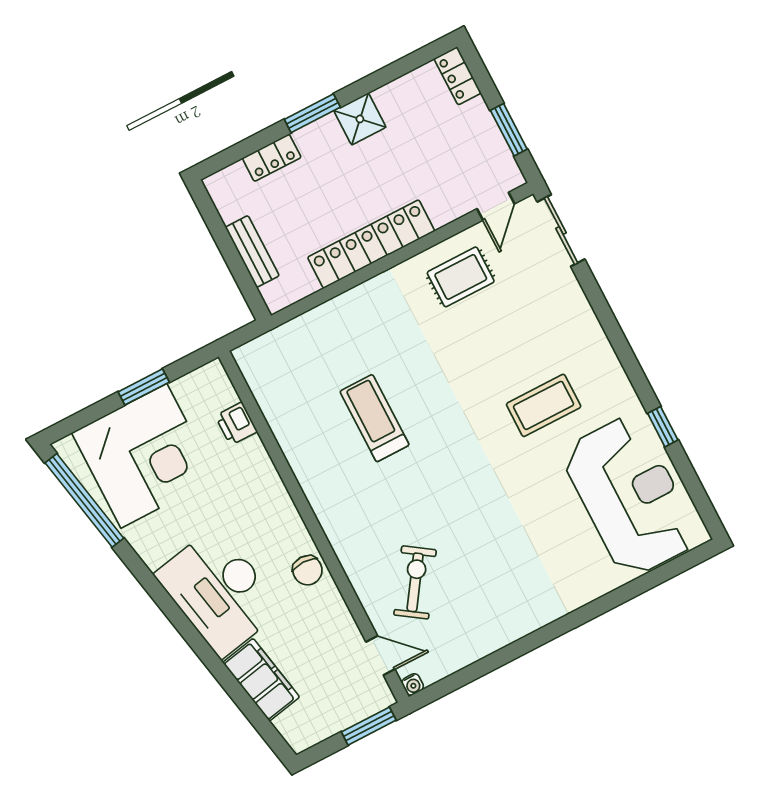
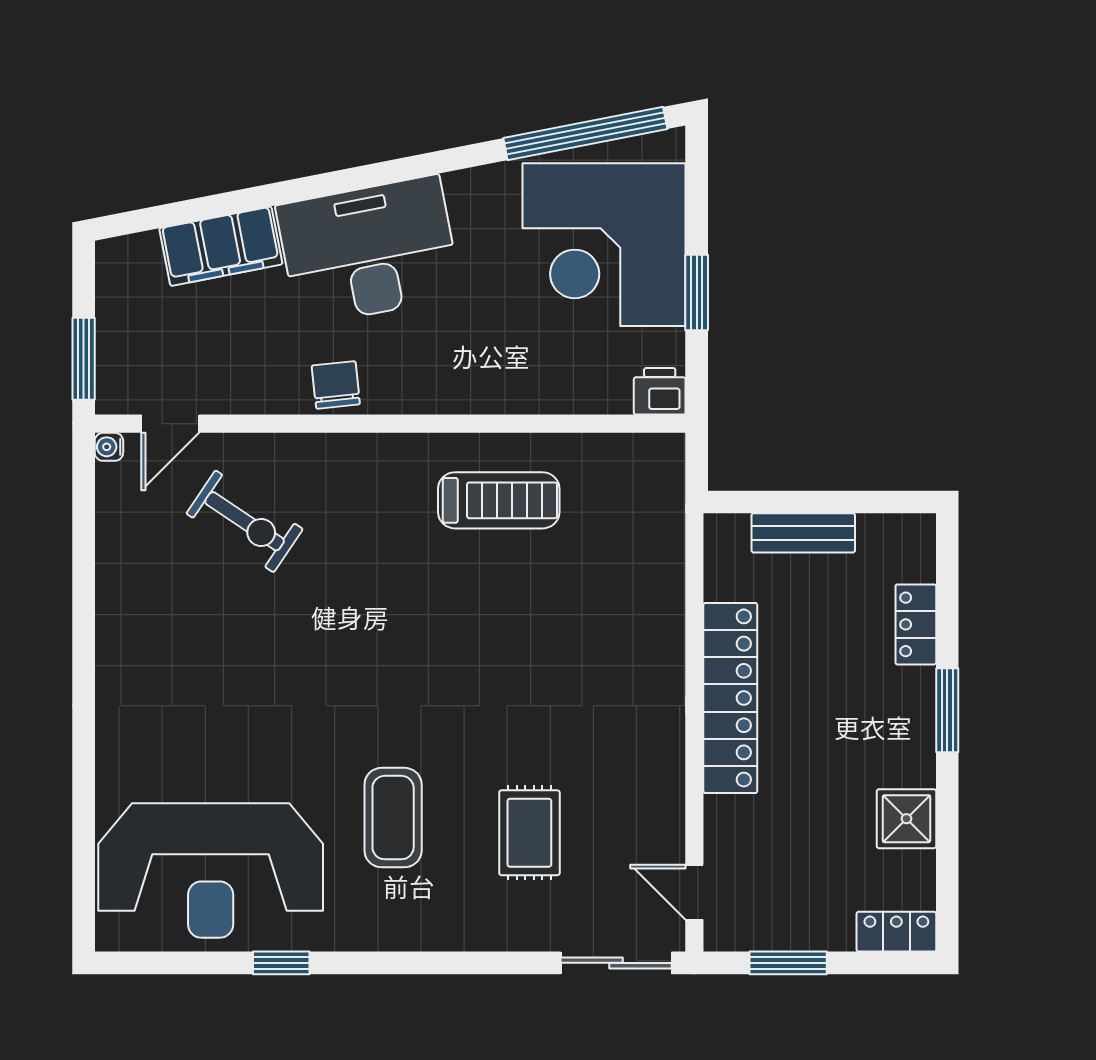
shower: (360, 119) -> (906, 819), moved
rug: (461, 277) -> (529, 833), moved
treadmill: (375, 418) -> (499, 500), moved
printer: (236, 424) -> (660, 391), moved
chair: (307, 570) -> (336, 385), turned 84

